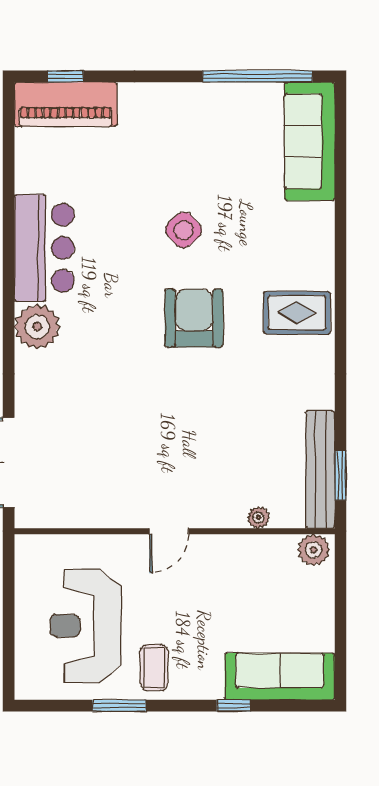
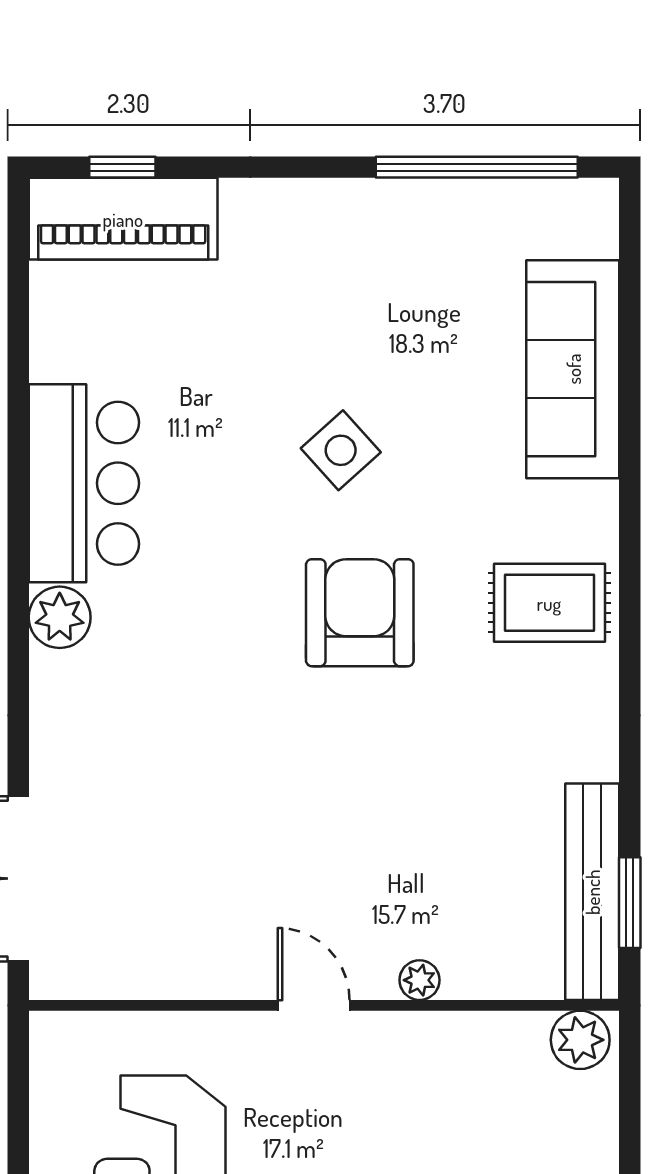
sofa: (310, 141) -> (573, 369), moved
plant: (37, 327) -> (60, 617), width x0.73, depth x0.73
plant: (258, 518) -> (420, 980), moved
door: (169, 531) -> (314, 1005), swing flipped

